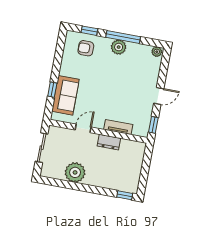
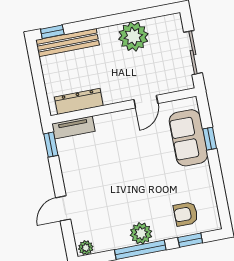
armchair: (86, 48) -> (186, 214), turned 180
door: (159, 96) -> (63, 208), moved
tv unit: (118, 127) -> (73, 127), moved
dresser: (109, 142) -> (79, 101), moved, width x1.44
bench: (118, 185) -> (67, 43), added

